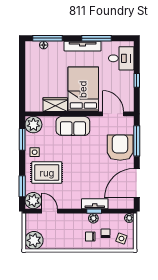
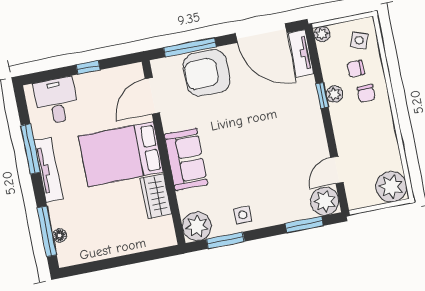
rug: (47, 173) -> (273, 188), removed
tv unit: (95, 204) -> (301, 53), moved

